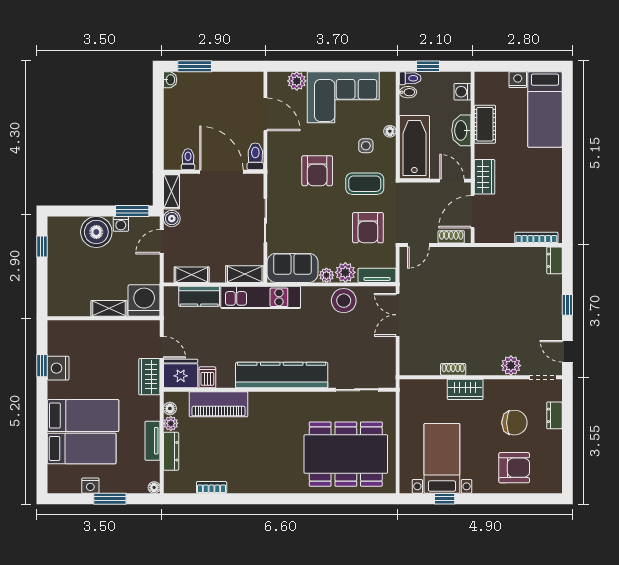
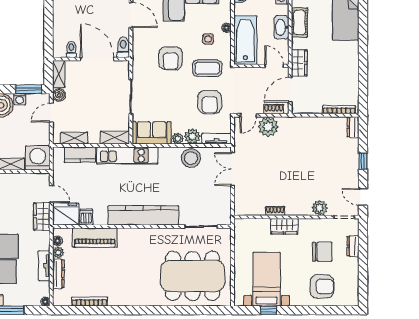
plant: (444, 260) -> (268, 127), added
bookcase: (212, 487) -> (89, 302), width x1.56

